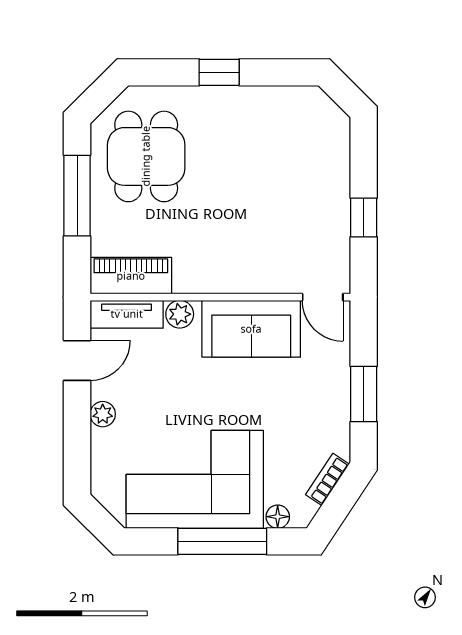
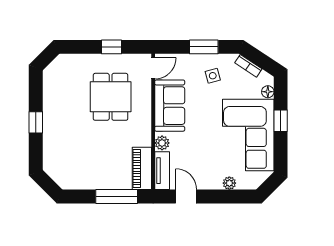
dining table: (146, 156) -> (111, 97), moved, turned 90
window: (77, 196) -> (117, 197), moved
side table: (308, 411) -> (213, 76), added
plant: (103, 414) -> (229, 183), moved
window: (222, 541) -> (281, 121), width x0.46

